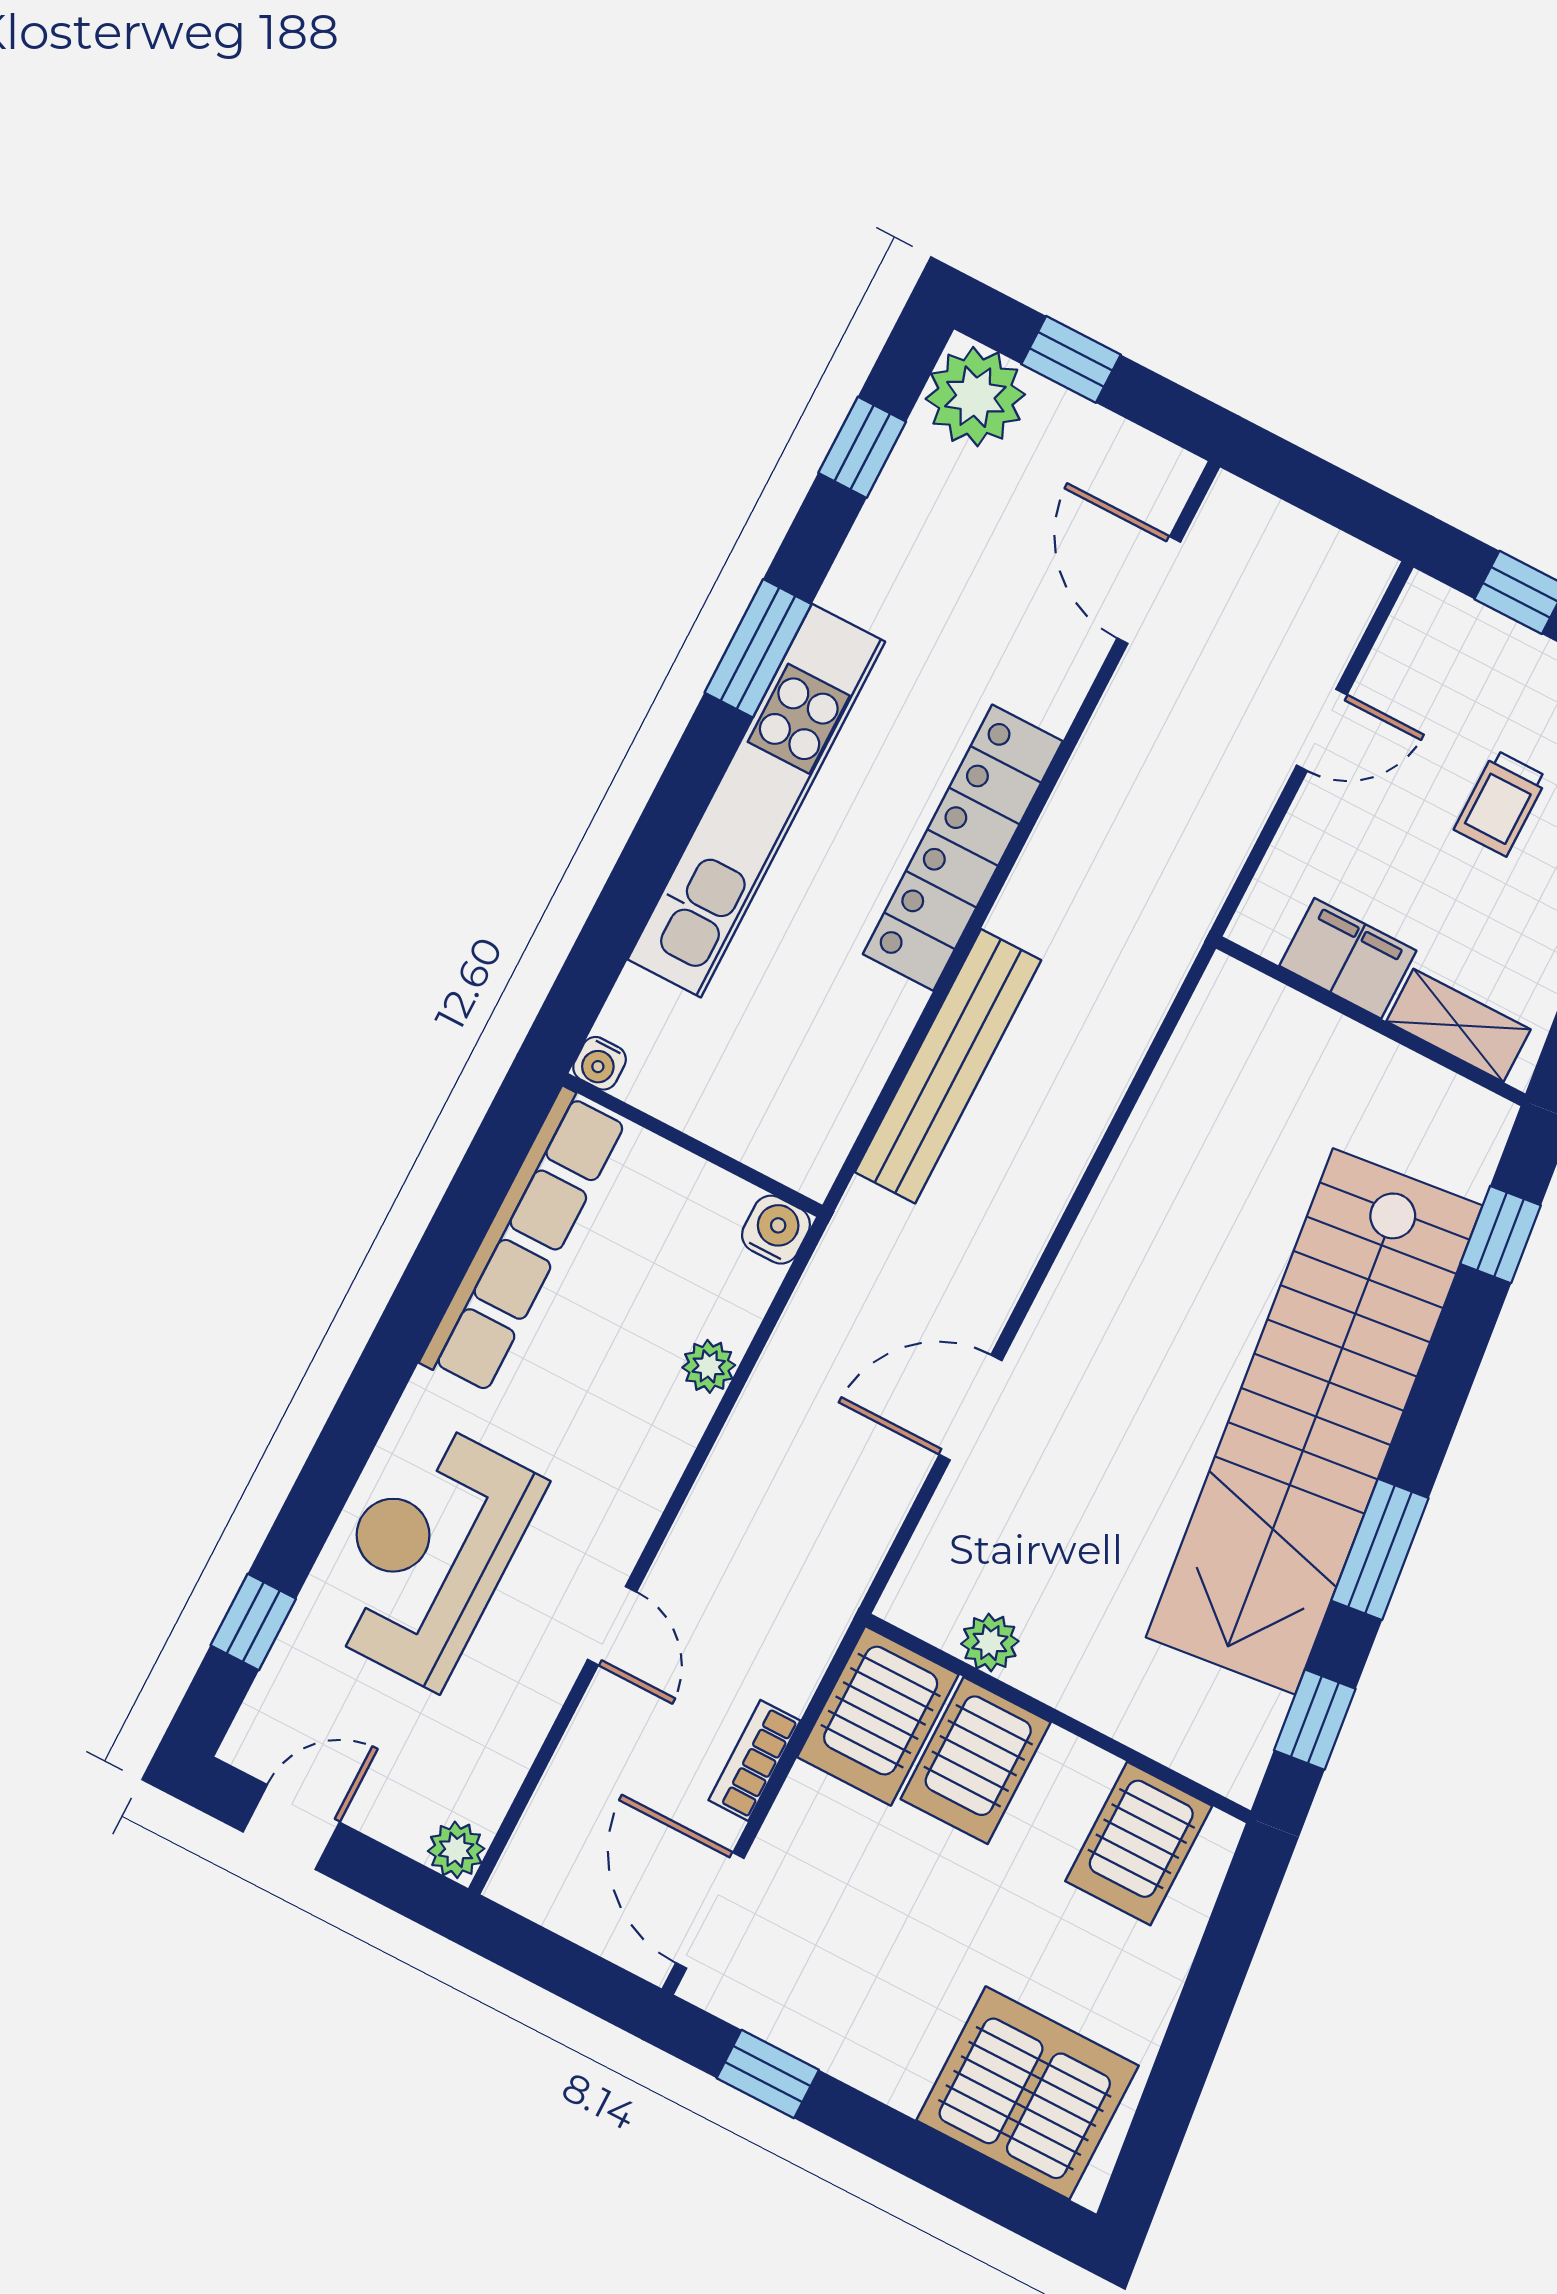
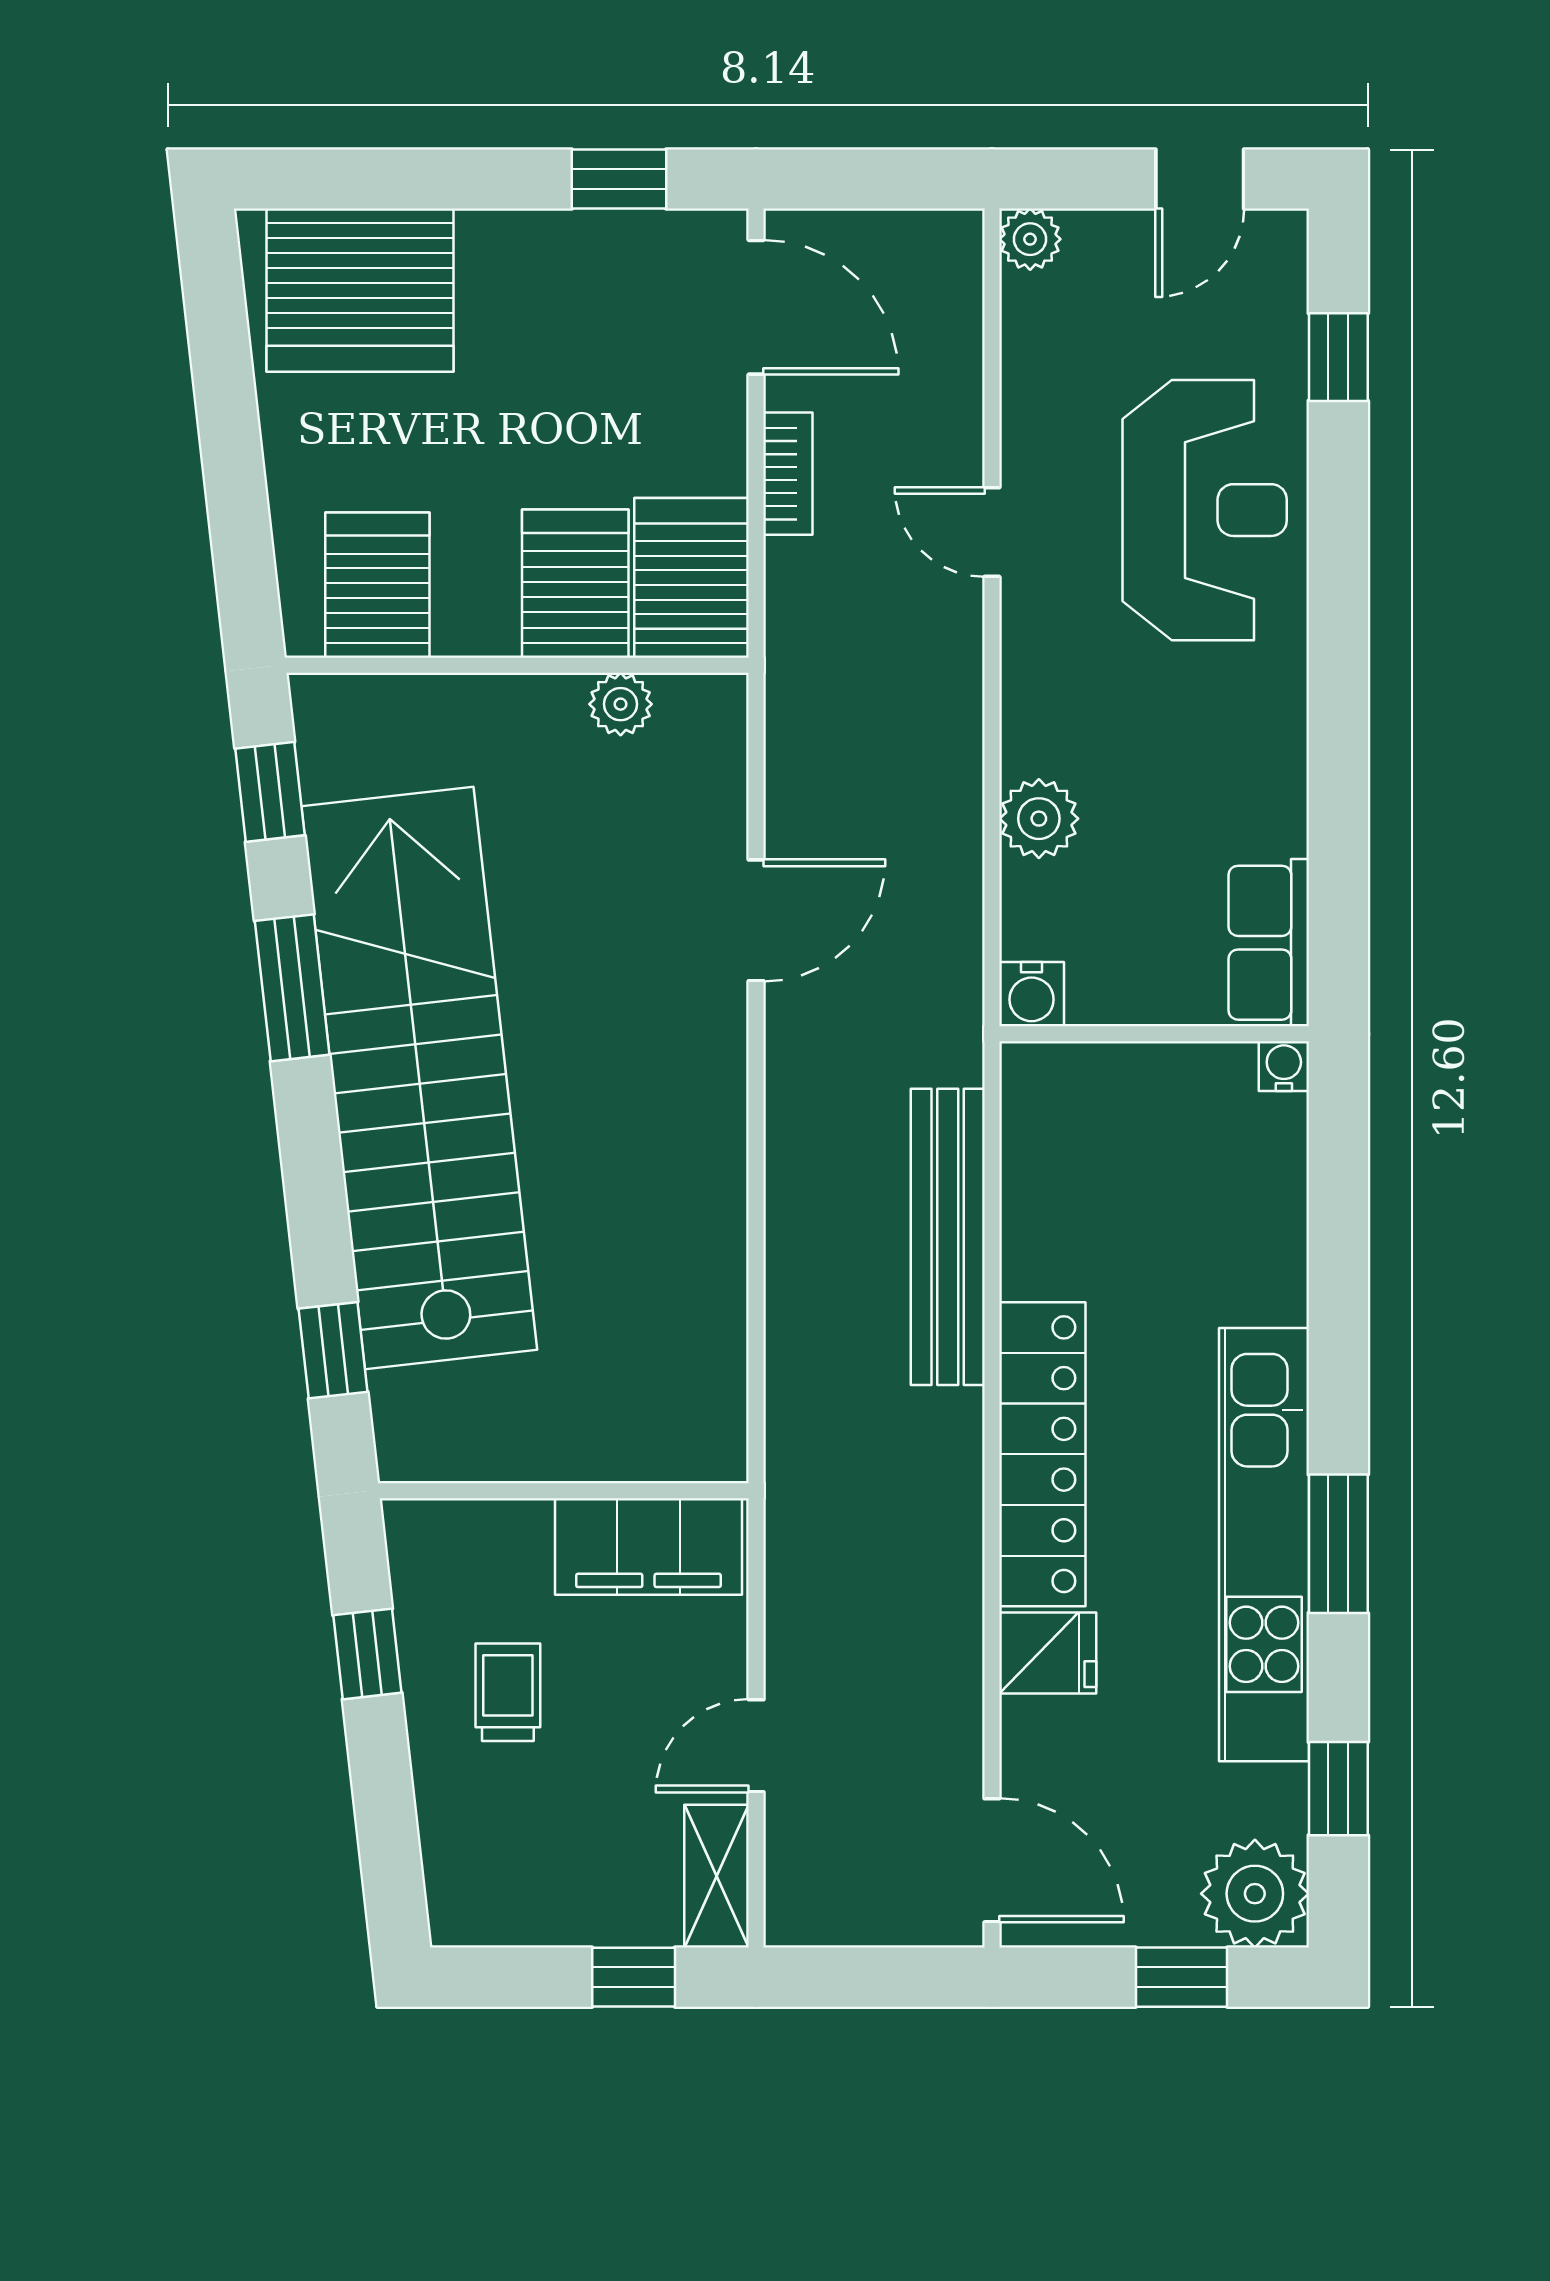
door: (1149, 590) -> (992, 1860), moved
fridge: (1043, 682) -> (1048, 1653), added
kitchen unit: (756, 801) -> (1264, 1545), moved
trolley: (1501, 803) -> (508, 1692), moved
filing cabinet: (1348, 958) -> (648, 1547), width x1.50, depth x1.17
shelving: (1458, 1025) -> (717, 1876), moved, turned 90
row of seats: (523, 1241) -> (1269, 943), width x0.50
plant: (709, 1366) -> (1039, 819), width x1.38, depth x1.38

